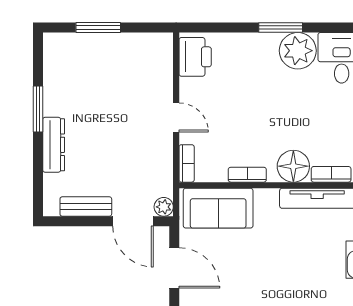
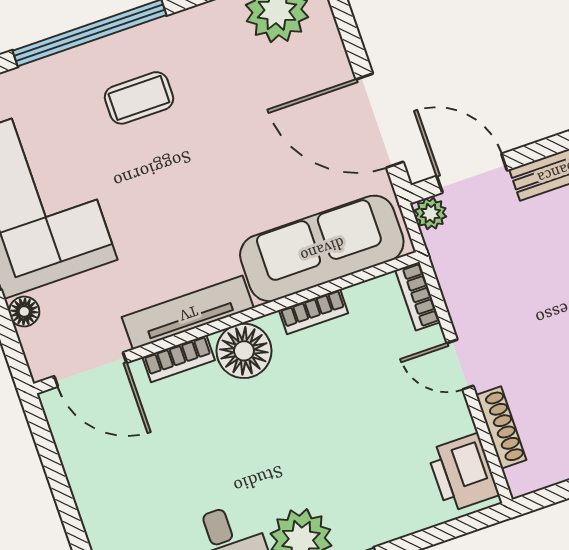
shoe rack: (165, 75) -> (501, 427), added
sofa: (218, 208) -> (322, 248), width x1.36
door: (174, 268) -> (380, 121), width x1.36

